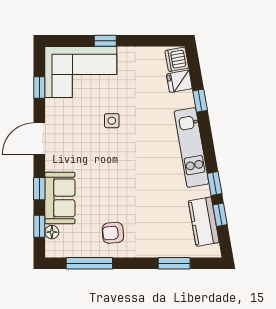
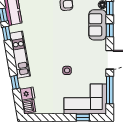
window: (105, 41) -> (83, 117), moved
window: (39, 87) -> (110, 90), width x2.17

